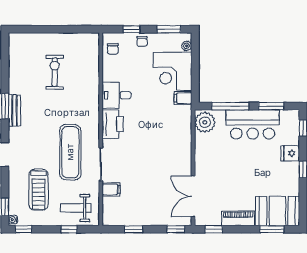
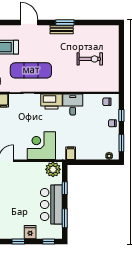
corner desk: (173, 71) -> (41, 146), moved
window: (230, 106) -> (65, 188), width x0.46

